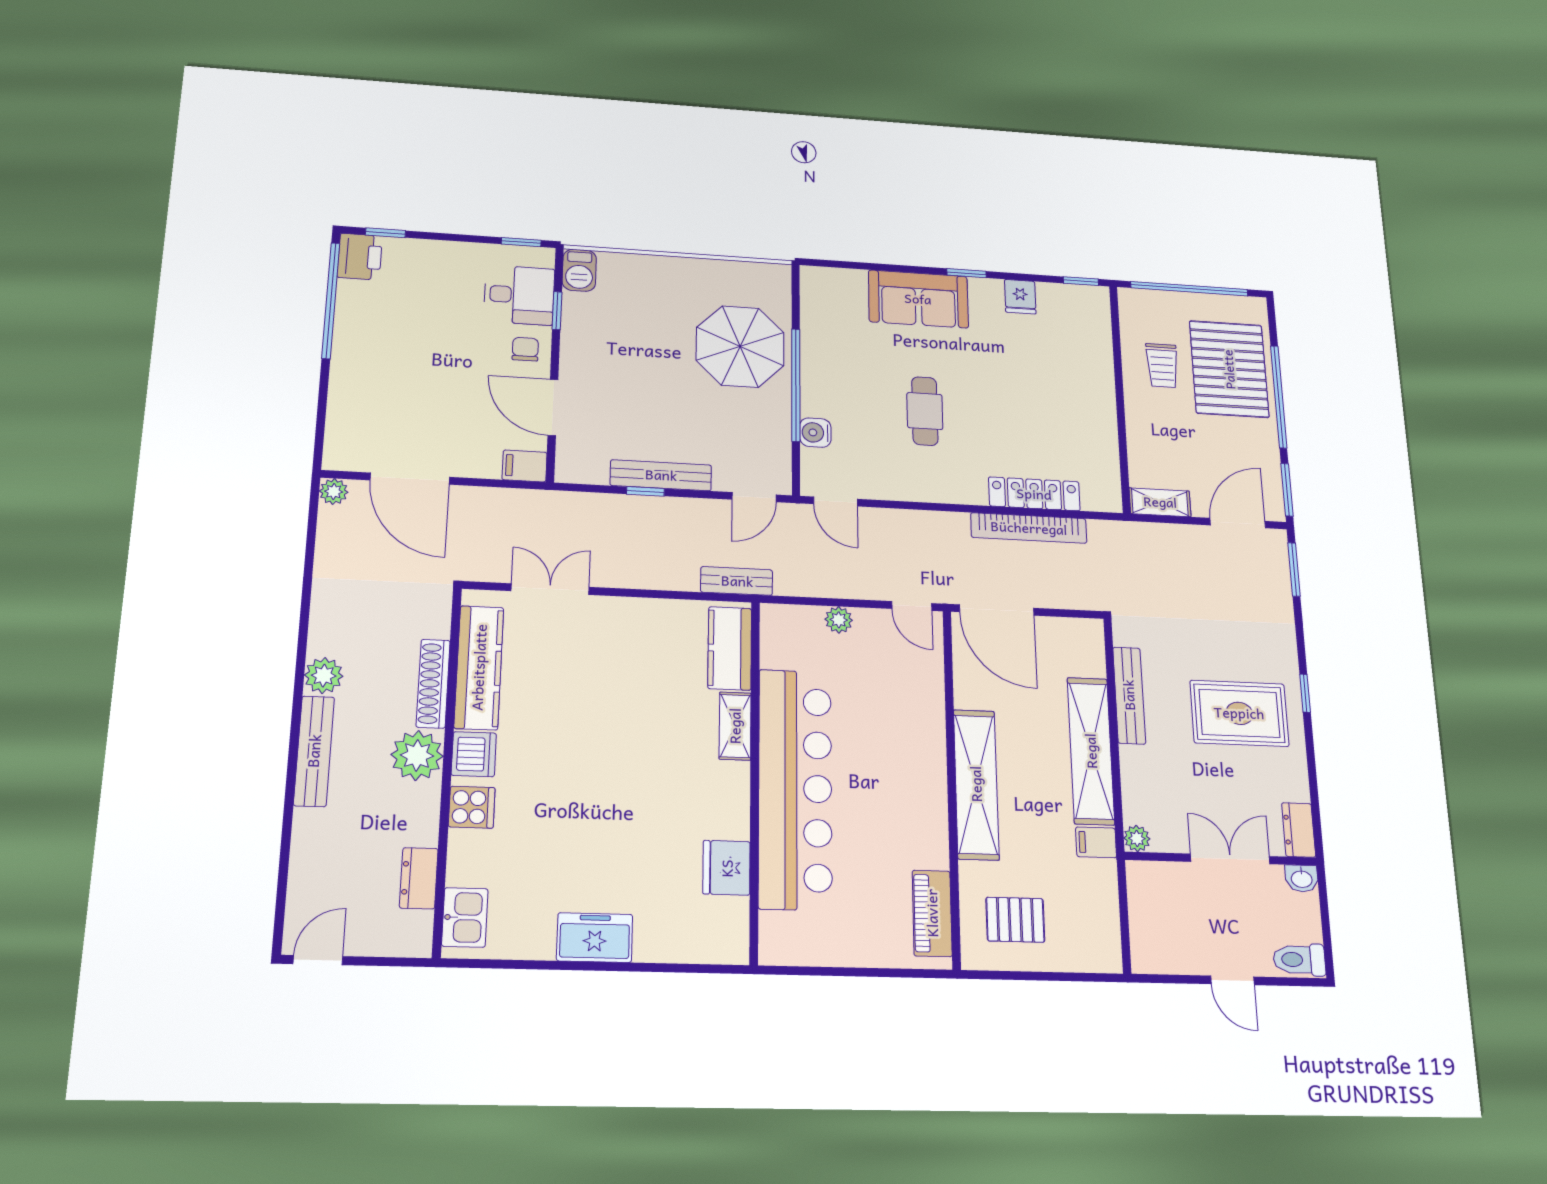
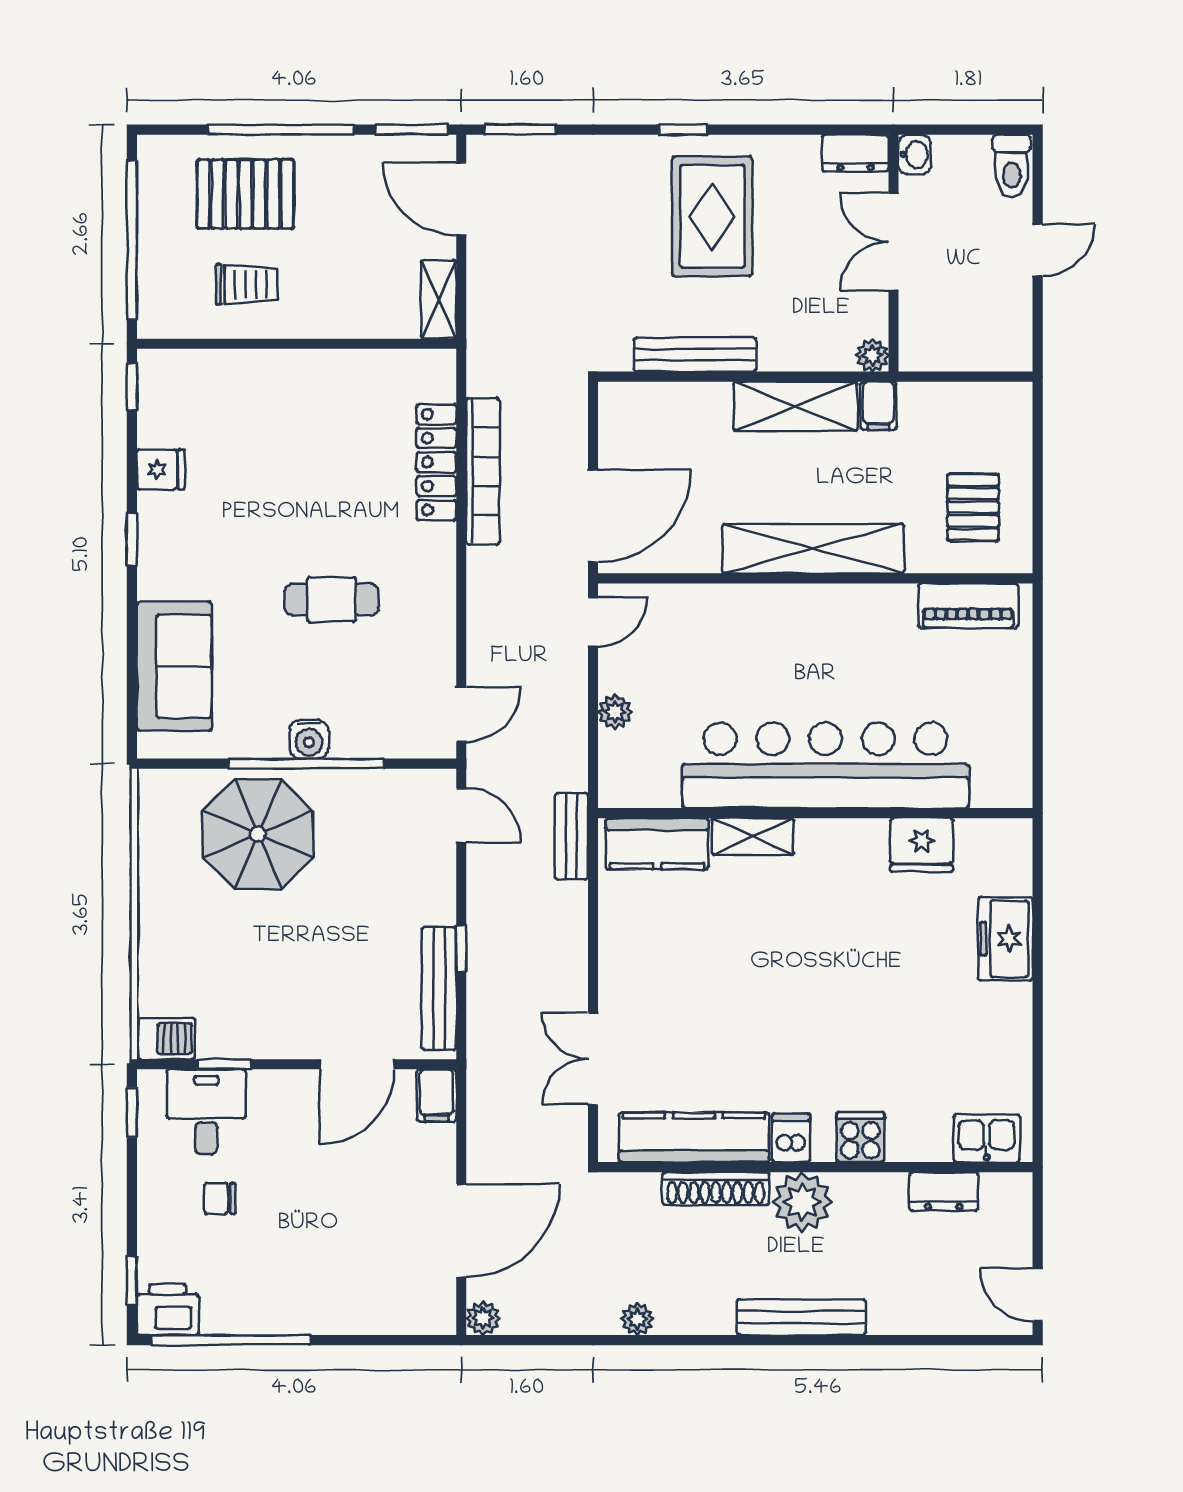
sofa: (918, 299) -> (174, 666), moved
chair: (525, 349) -> (220, 1198), moved
pallet: (1229, 369) -> (245, 194), width x0.73, depth x0.71
water cooler: (815, 433) -> (309, 739), moved
bench: (661, 475) -> (439, 988), moved
plant: (324, 676) -> (637, 1319), moved, width x0.73, depth x0.73
shelving: (1091, 751) -> (795, 406), width x0.68
dishwasher: (474, 754) -> (791, 1138), width x0.73
freezer: (595, 938) -> (1006, 939), moved

